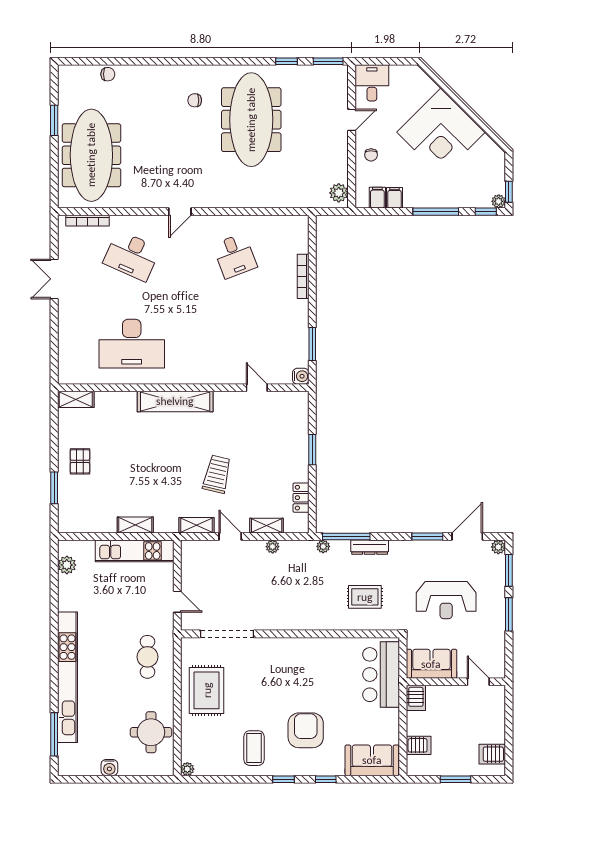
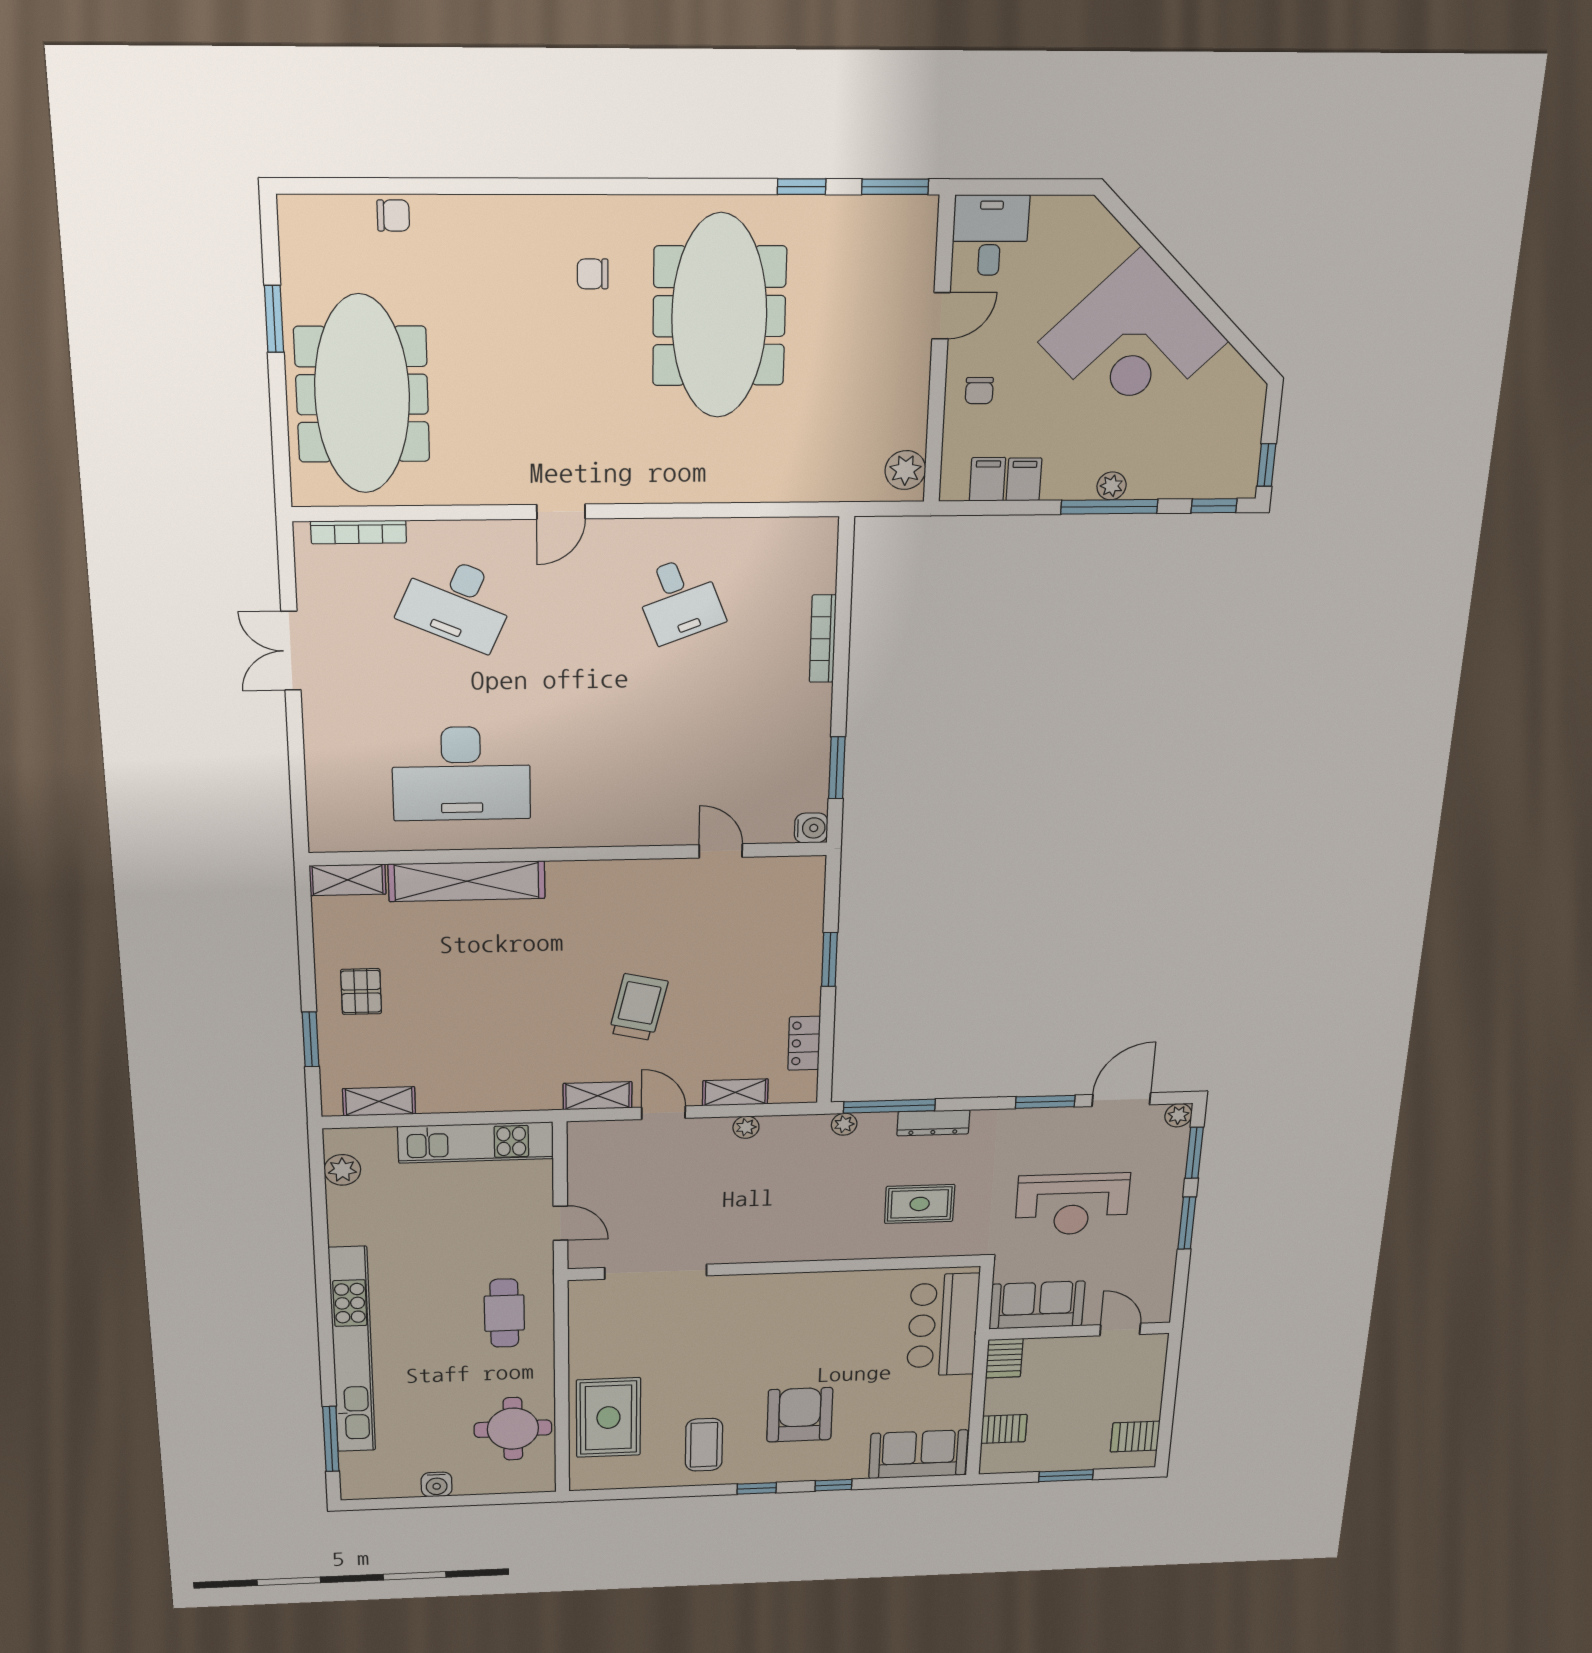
plant: (499, 201) -> (1112, 486), moved
shelving: (175, 401) -> (467, 881), moved
shelving: (135, 525) -> (379, 1101), moved
rug: (207, 690) -> (608, 1418), moved
plant: (187, 769) -> (581, 1481), removed

